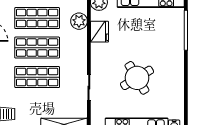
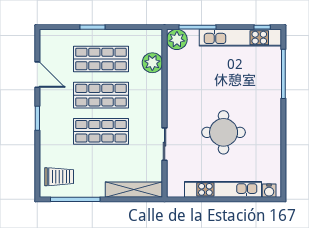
fridge: (99, 32) -> (178, 76), removed
round table: (137, 78) -> (224, 132), turned 31

